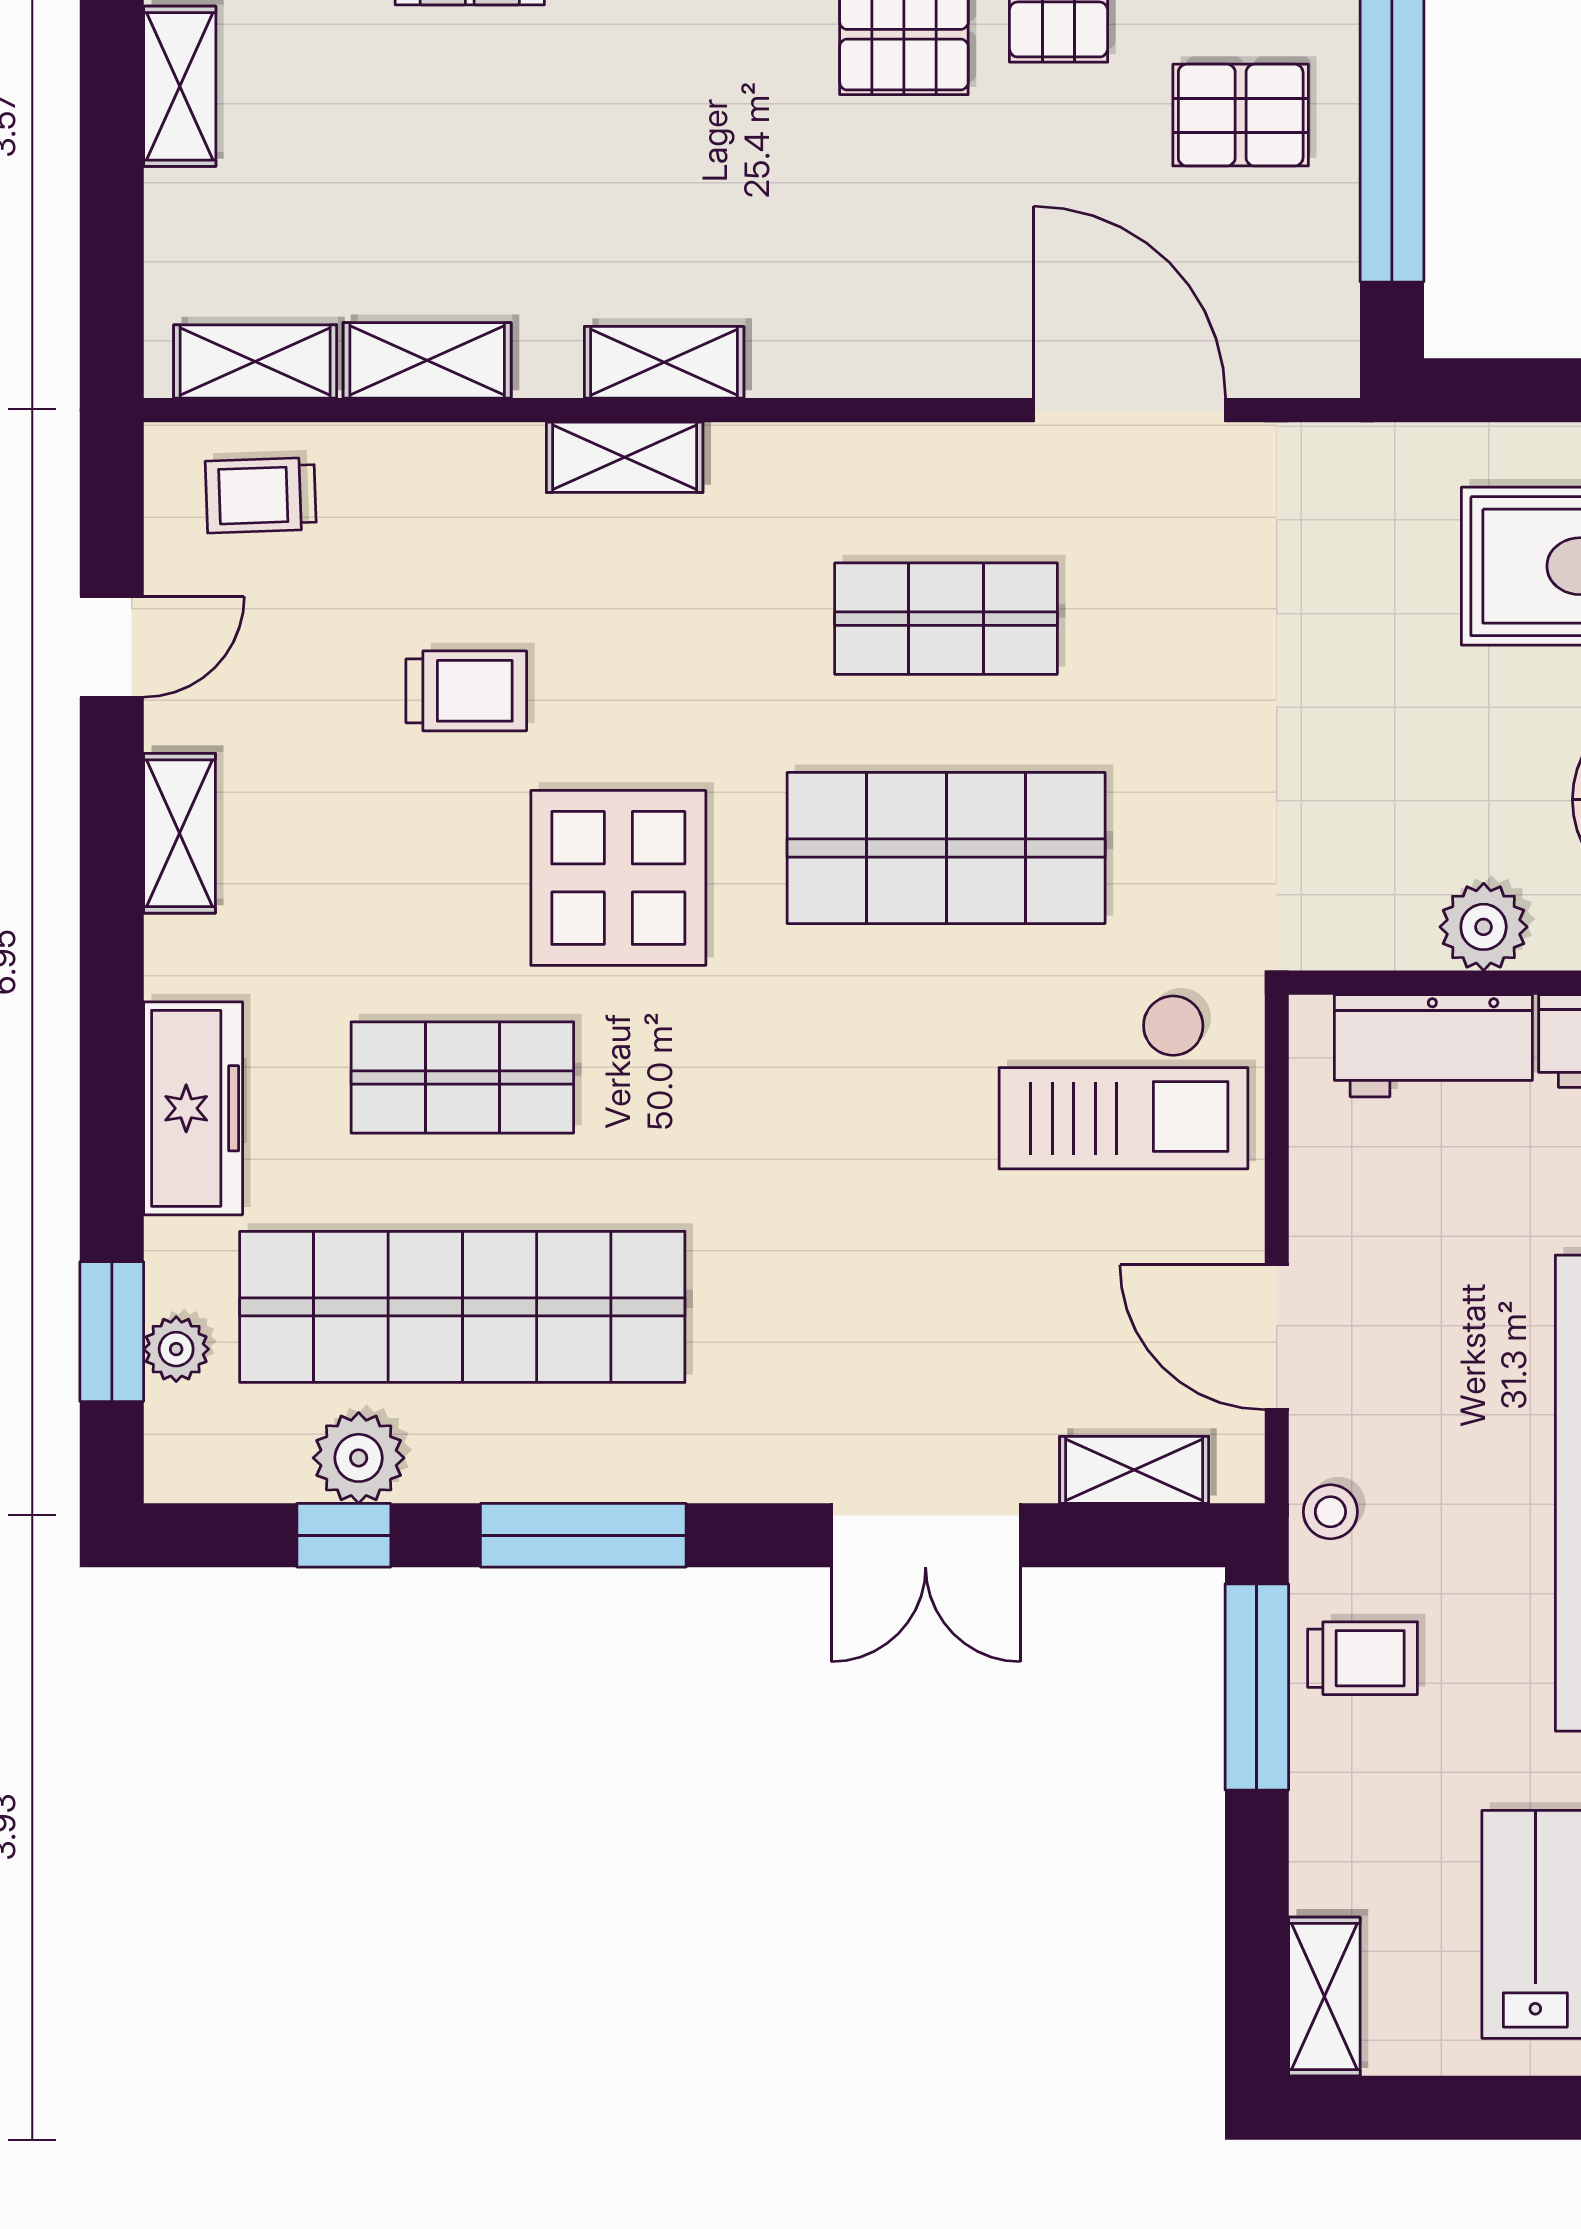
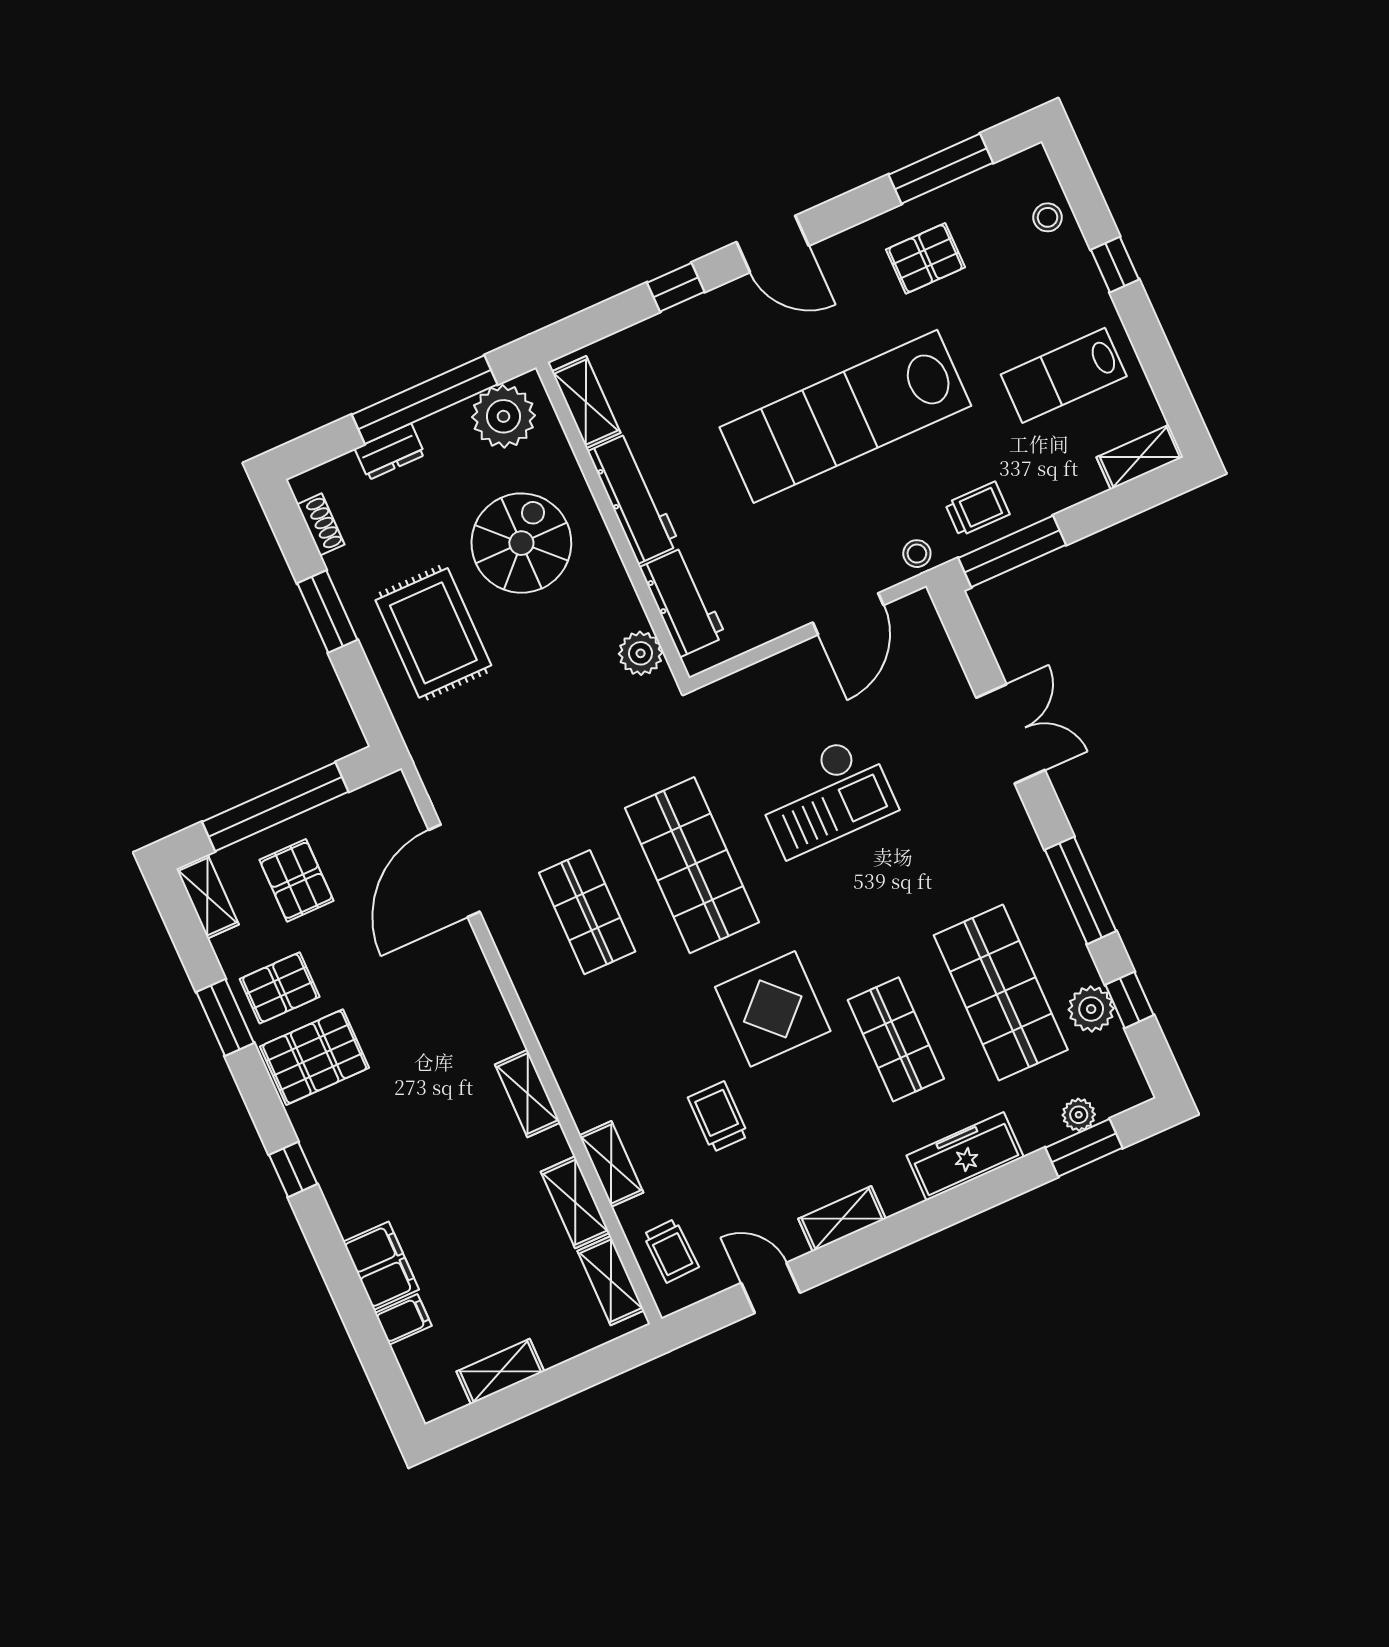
shelving: (625, 457) -> (611, 1164), moved
plant: (1484, 927) -> (641, 653), moved
checkout: (1123, 1082) -> (825, 796), moved, turned 90
shop shelf: (462, 1307) -> (1001, 993), width x0.71
shelving: (1134, 1470) -> (938, 652), removed
trolley: (1362, 1658) -> (977, 509), turned 90

